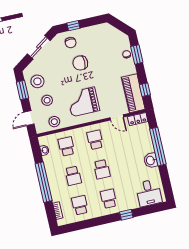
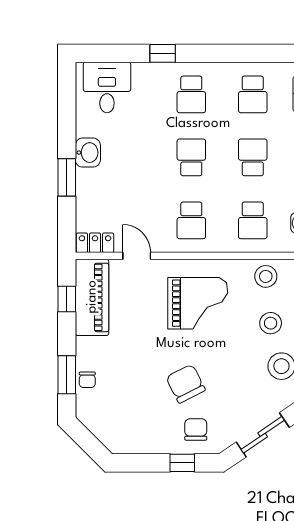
chair: (80, 63) -> (186, 384), turned -117
window: (158, 147) -> (67, 177), width x0.47

